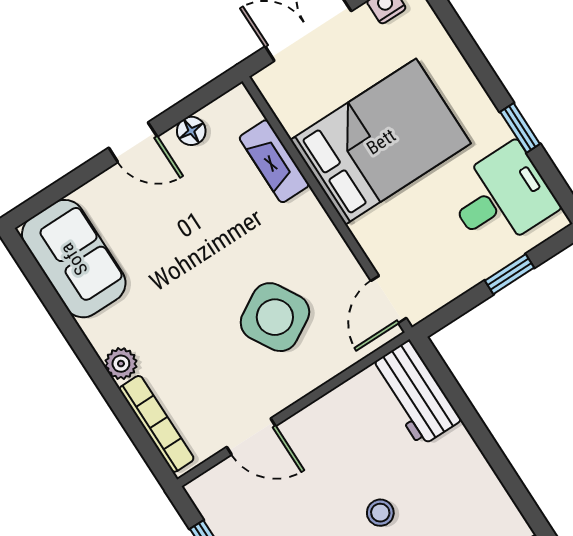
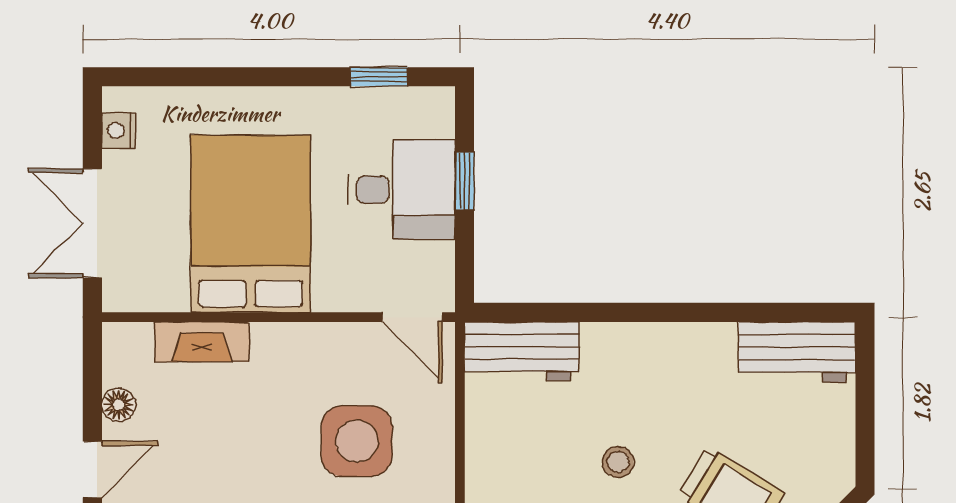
window: (520, 128) -> (379, 77), moved
desk: (502, 197) -> (402, 189), moved, turned 90
side table: (275, 317) -> (357, 441), turned 30

